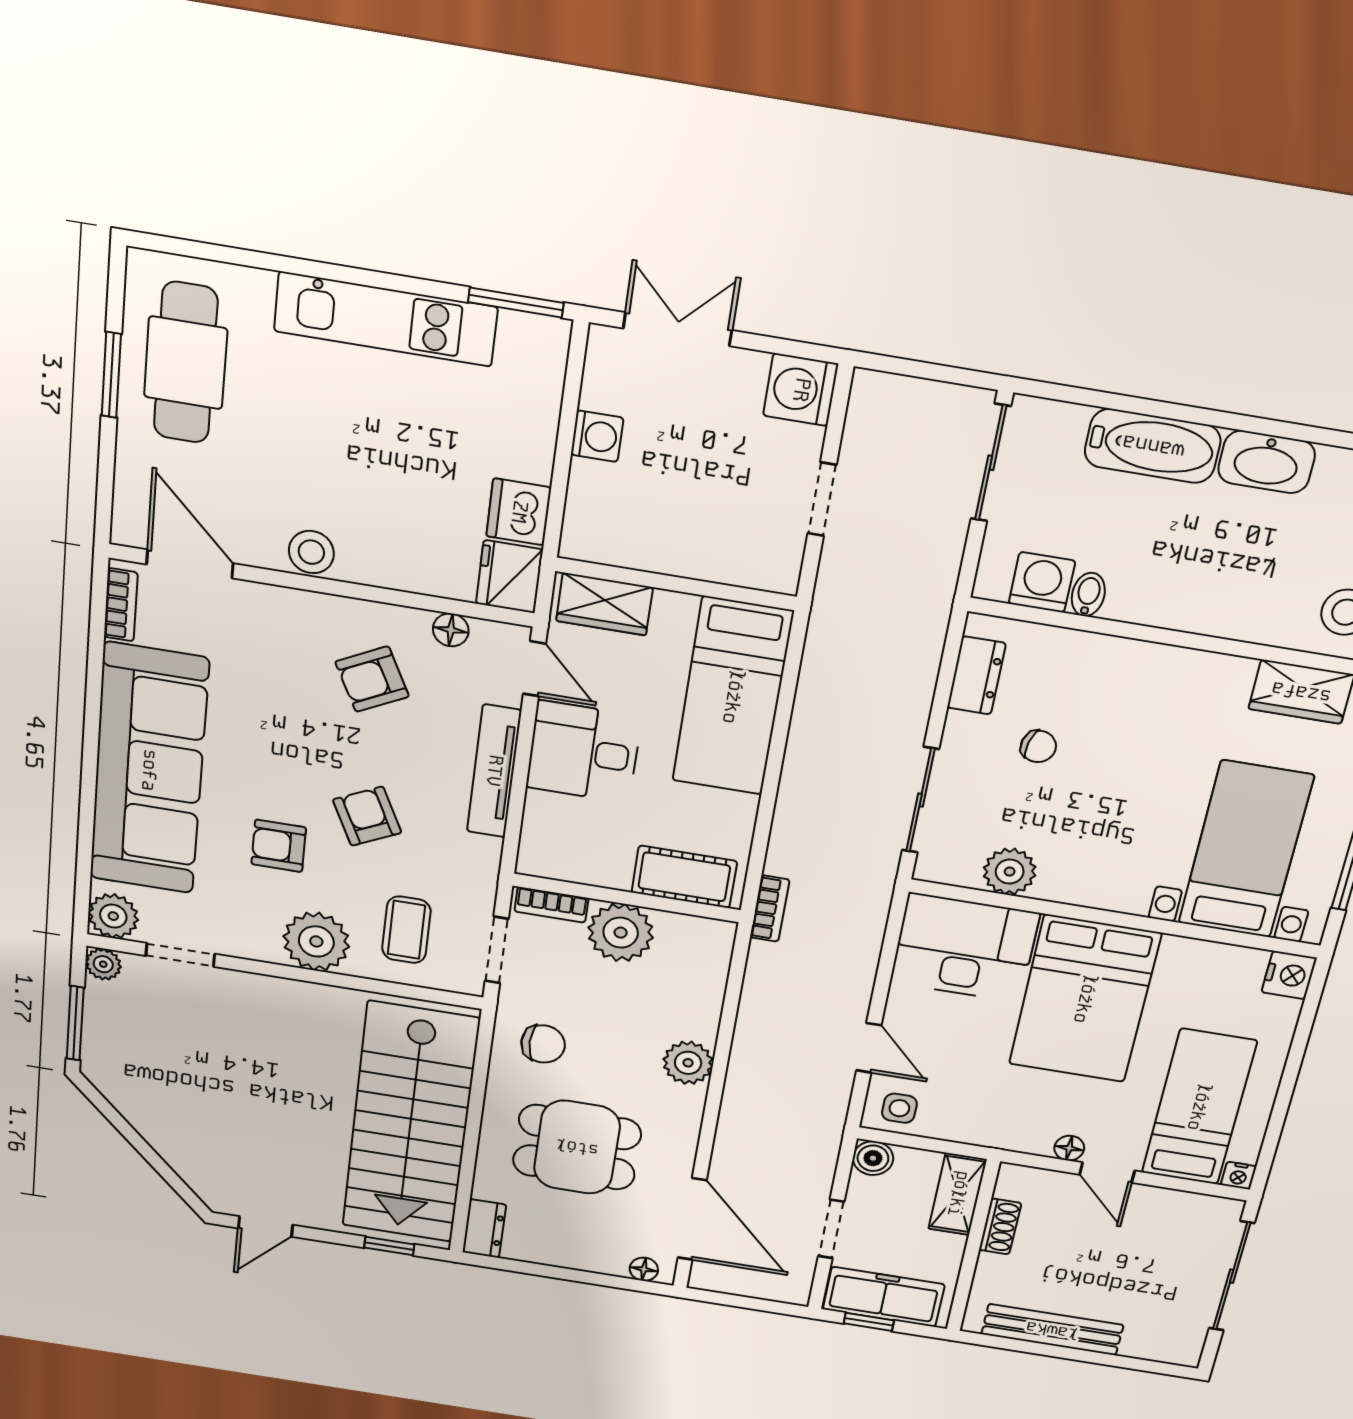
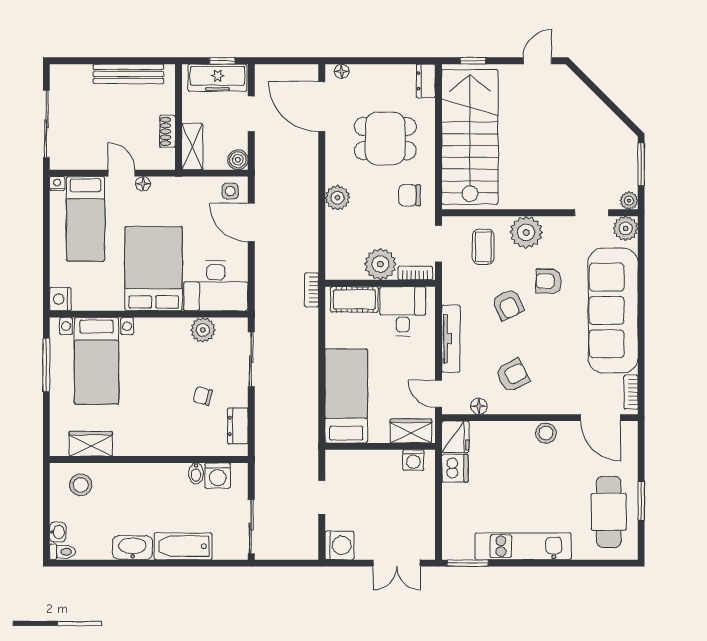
washing machine: (597, 436) -> (413, 460), moved, turned -90
desk: (584, 752) -> (403, 311), moved, turned -90
armchair: (279, 846) -> (549, 281), turned 180
door: (869, 1048) -> (251, 222), width x1.38

